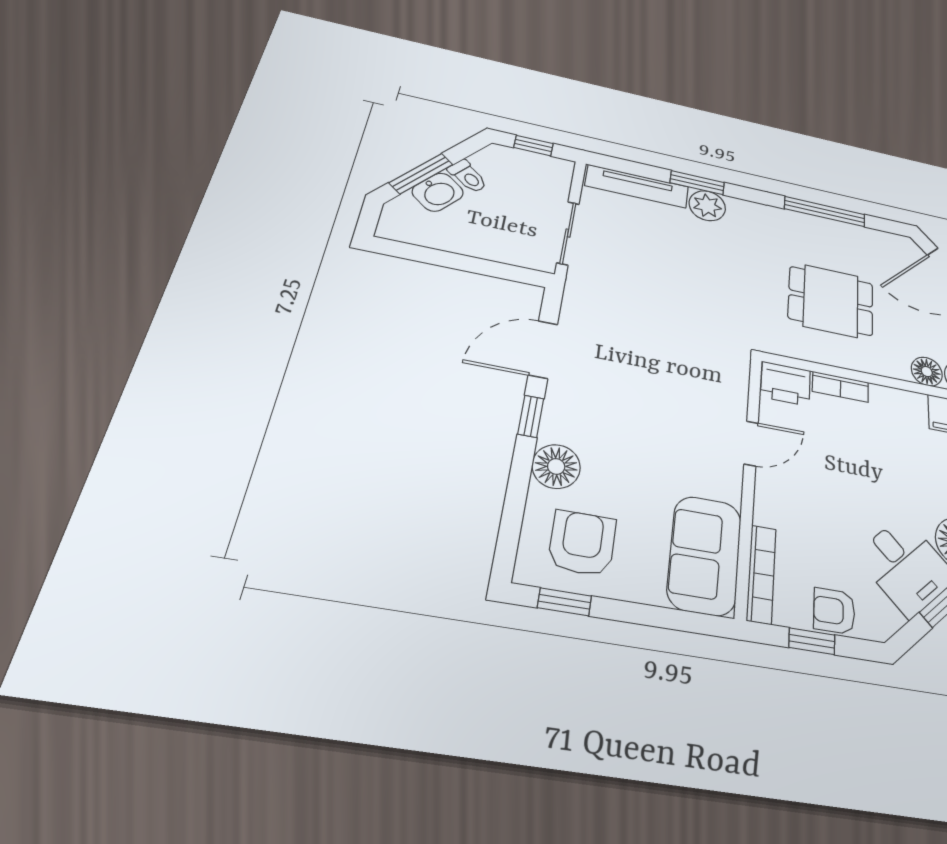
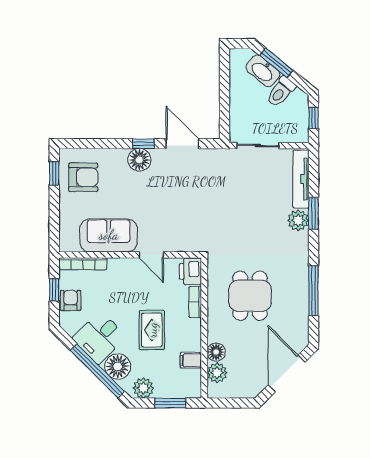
toilet: (468, 176) -> (281, 92), width x1.37, depth x1.39
washbasin: (438, 192) -> (263, 71), width x1.38
floor lamp: (556, 466) -> (139, 160), moved
rug: (891, 469) -> (152, 330), added
sofa: (705, 555) -> (109, 235), moved

